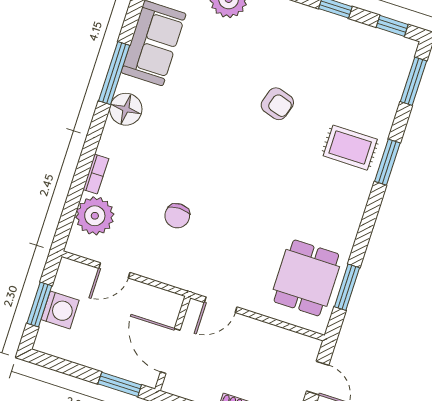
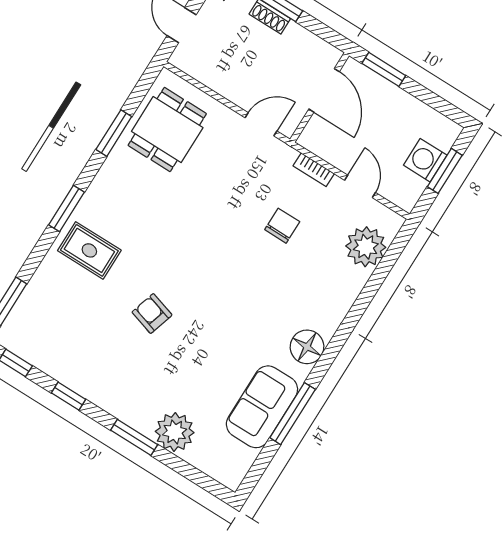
window: (114, 73) -> (293, 414), moved
window: (387, 162) -> (67, 208), moved
bookcase: (96, 174) -> (314, 170), moved, turned -90
door: (114, 270) -> (360, 186), hinge flipped
window: (347, 287) -> (114, 133), moved

